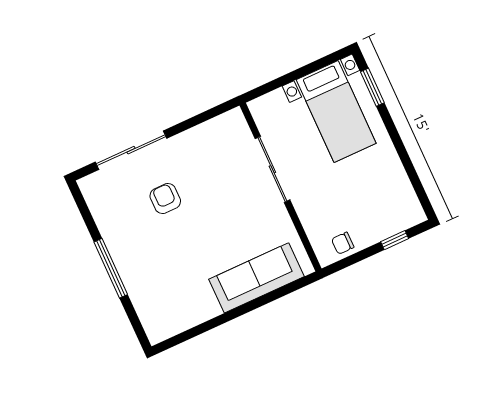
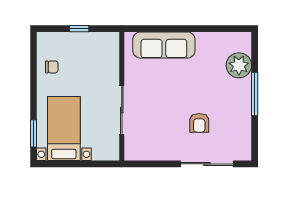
window: (395, 240) -> (79, 29), moved
chair: (343, 243) -> (52, 67), moved
plant: (148, 296) -> (239, 65), added

